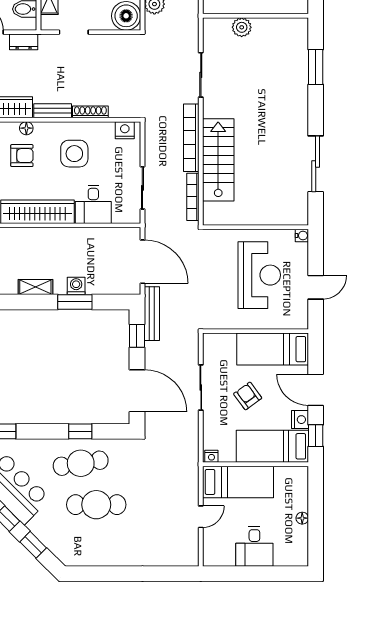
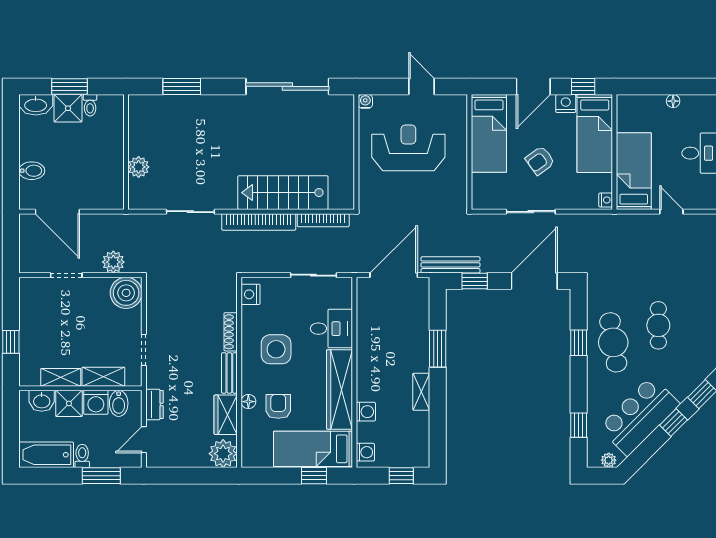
sliding door: (316, 164) -> (287, 86), width x1.36
washing machine: (76, 286) -> (366, 412), moved, turned 180
cafe table: (96, 505) -> (658, 325), width x0.73, depth x0.74

